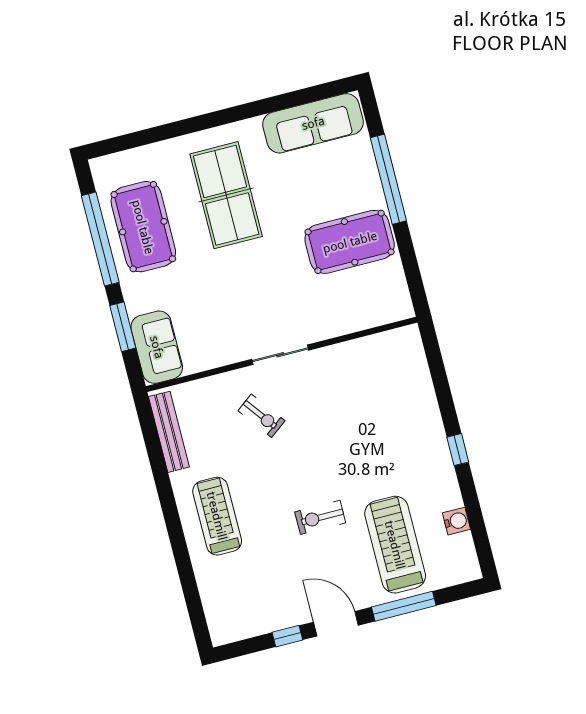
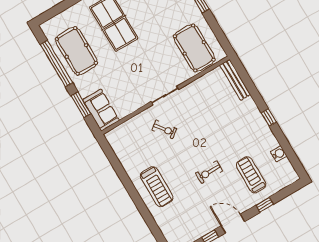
pool table: (350, 242) -> (194, 48), moved, turned 90
bench: (169, 432) -> (235, 80), moved
treadmill: (217, 516) -> (157, 187), turned 180
treadmill: (395, 545) -> (251, 175), width x0.73, depth x0.73
window: (404, 606) -> (265, 205), width x0.46

